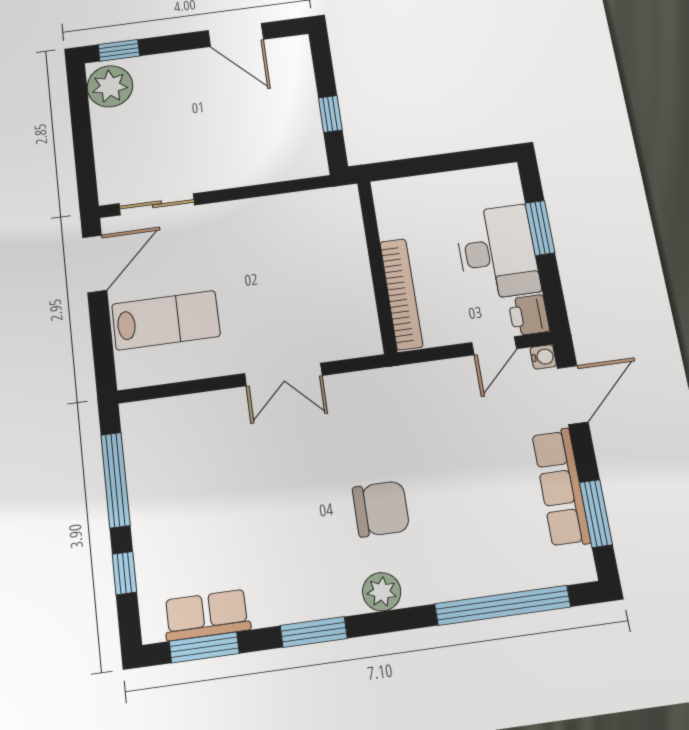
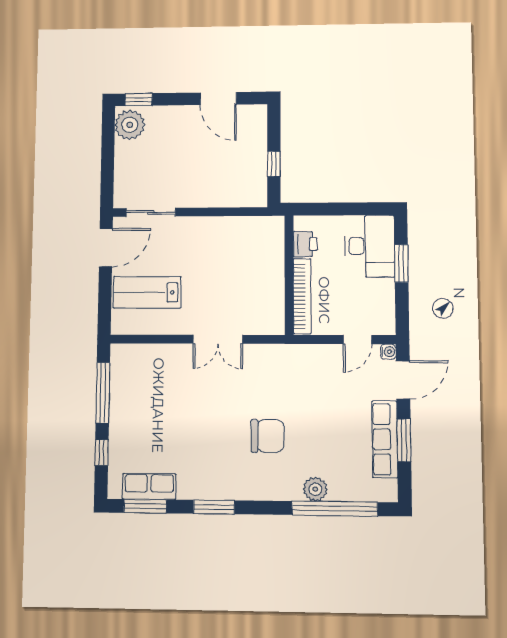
desk: (497, 252) -> (370, 246), moved
printer: (529, 315) -> (305, 244), moved, turned 180
lab bench: (166, 320) -> (147, 292), turned 180
window: (596, 513) -> (404, 440), moved
plant: (382, 592) -> (315, 489), moved

